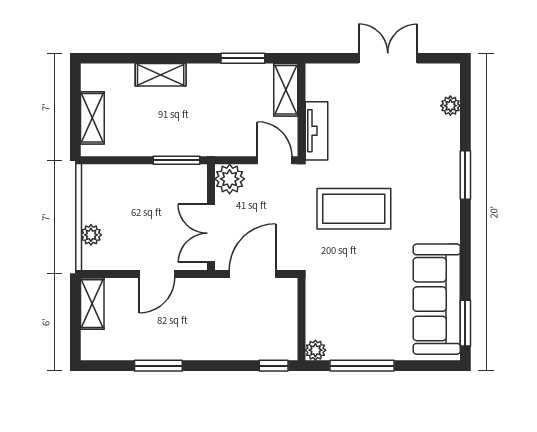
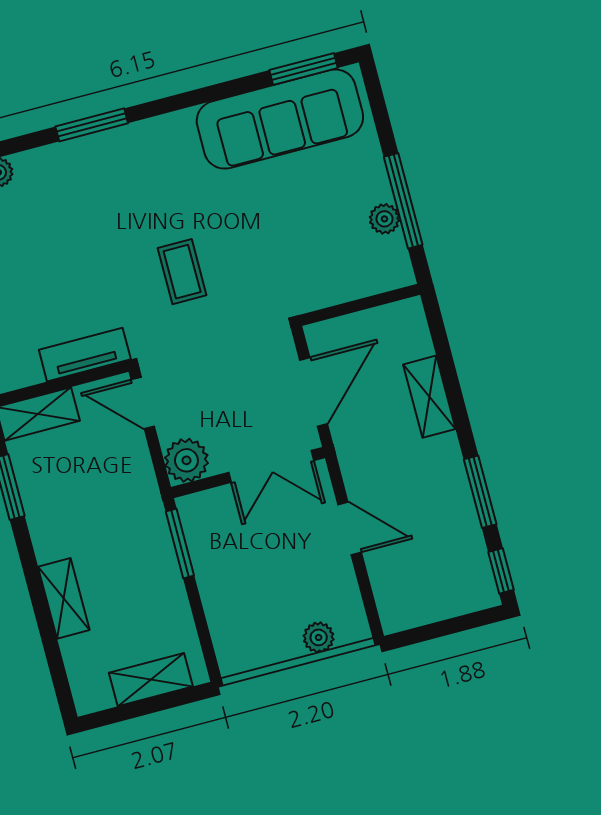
door: (275, 160) -> (143, 403), hinge flipped
coffee table: (354, 209) -> (182, 272), width x0.54, depth x0.58
door: (252, 274) -> (314, 392), swing flipped
shelving: (92, 304) -> (429, 397), moved, turned 90
plant: (315, 350) -> (384, 219), moved
window: (274, 366) -> (501, 571), moved

